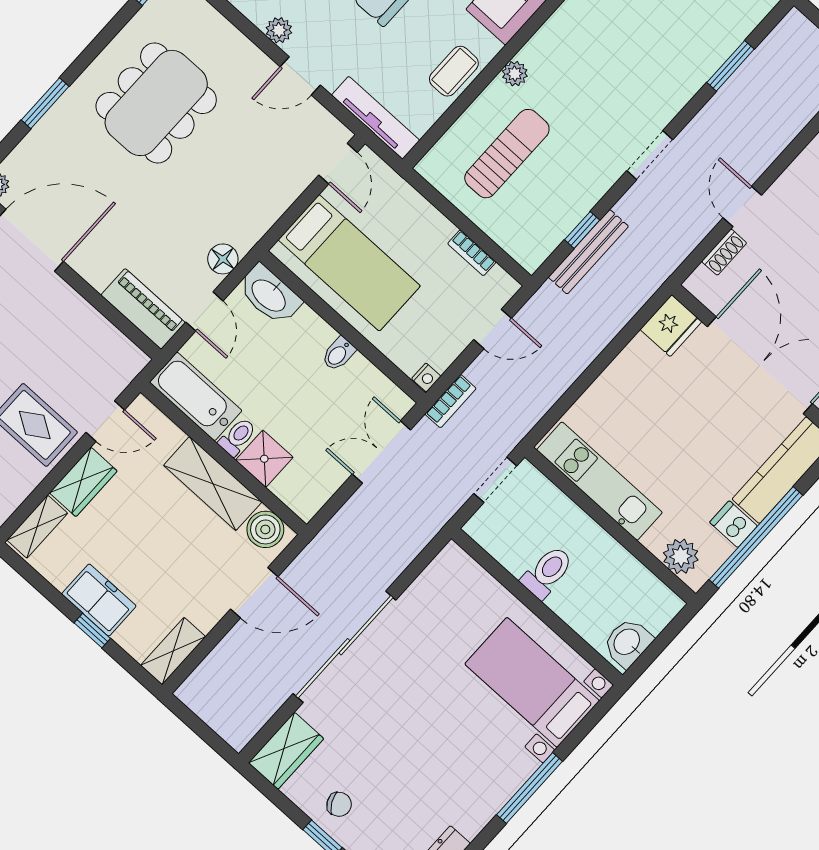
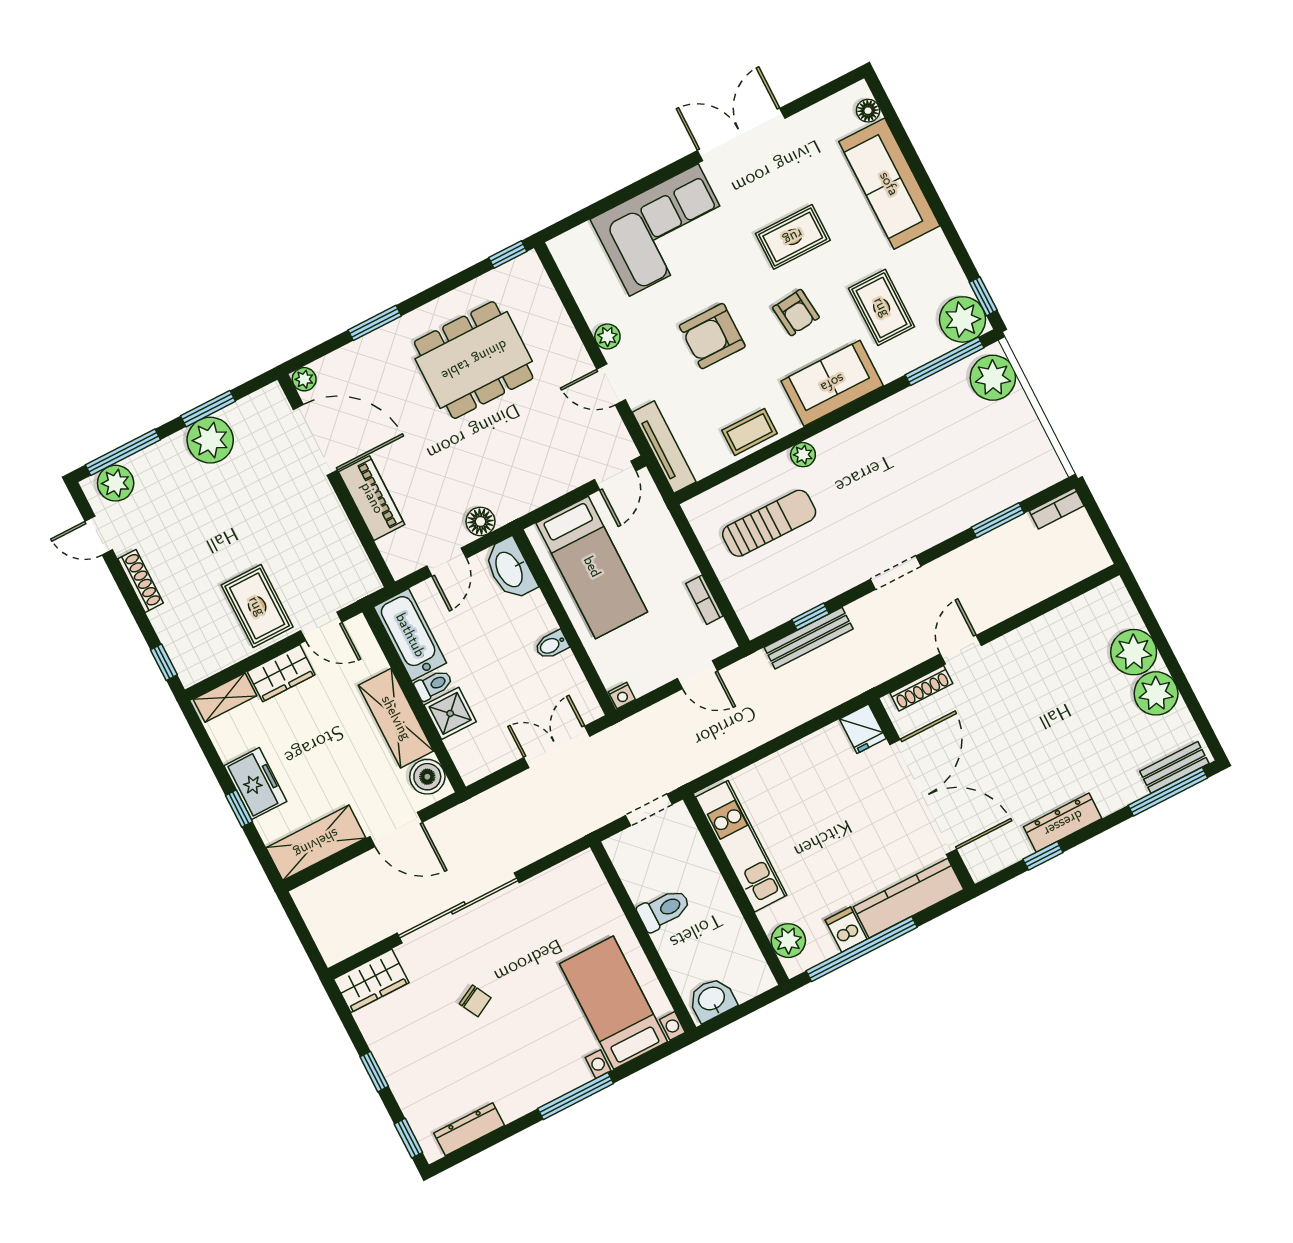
shoe rack: (724, 252) -> (921, 688), width x1.43
piano: (143, 309) -> (372, 498), moved
fridge: (671, 326) -> (863, 729), width x0.72
bookcase: (451, 401) -> (1057, 508), moved
shelving: (173, 651) -> (316, 843), width x1.50, depth x1.33
chair: (339, 804) -> (475, 1001), moved

